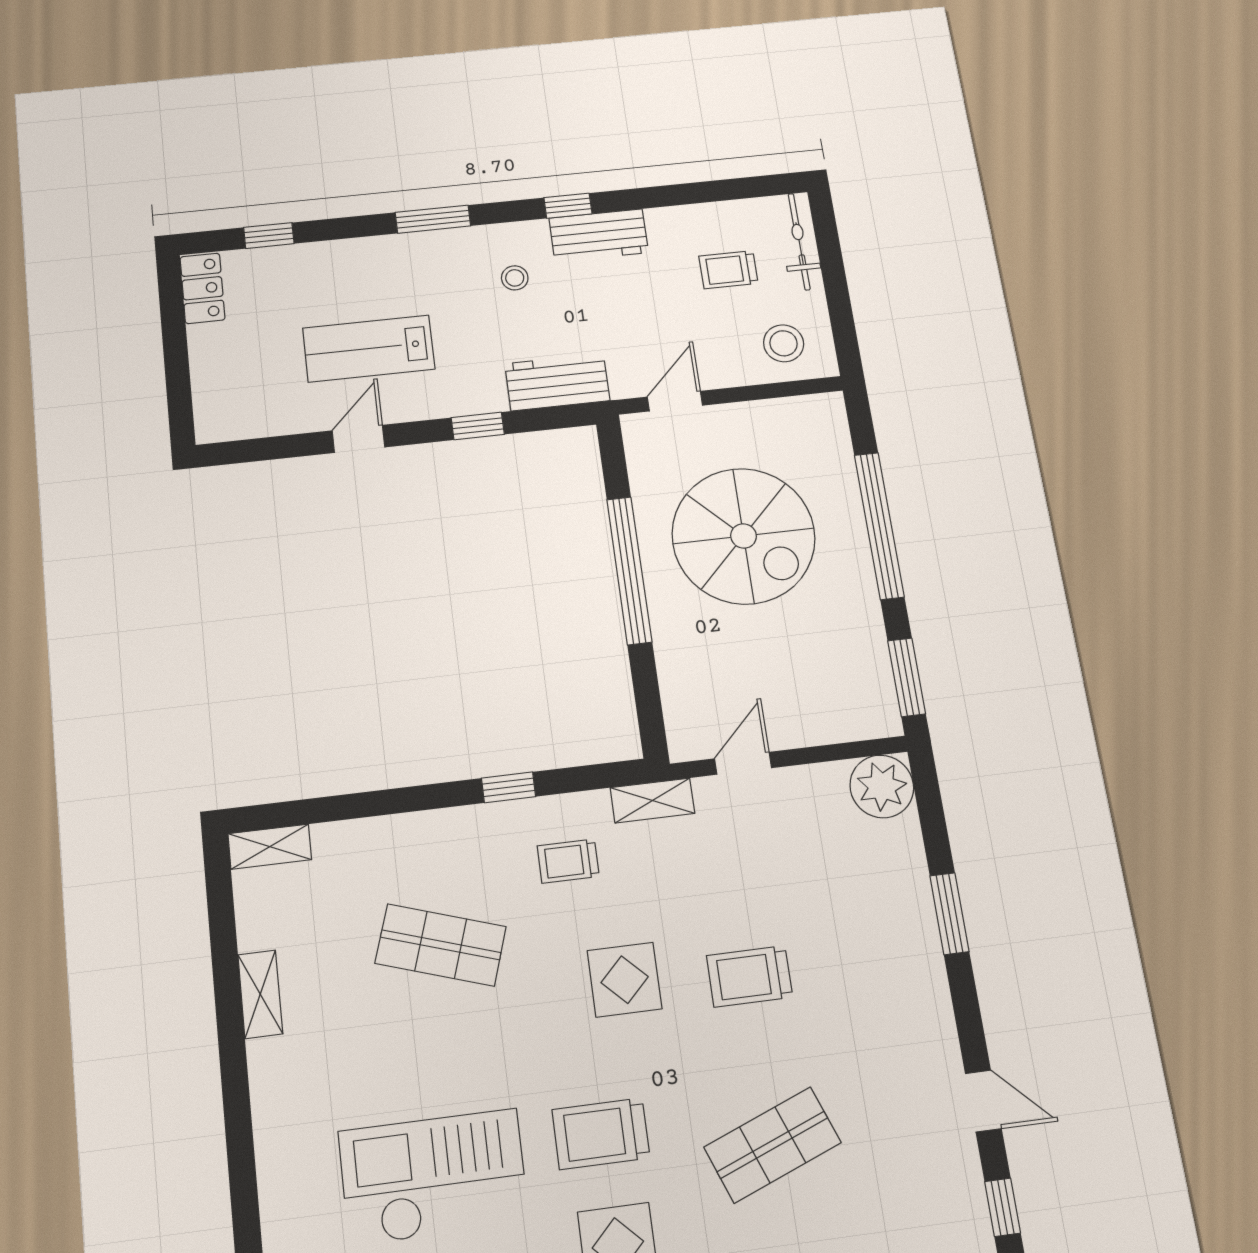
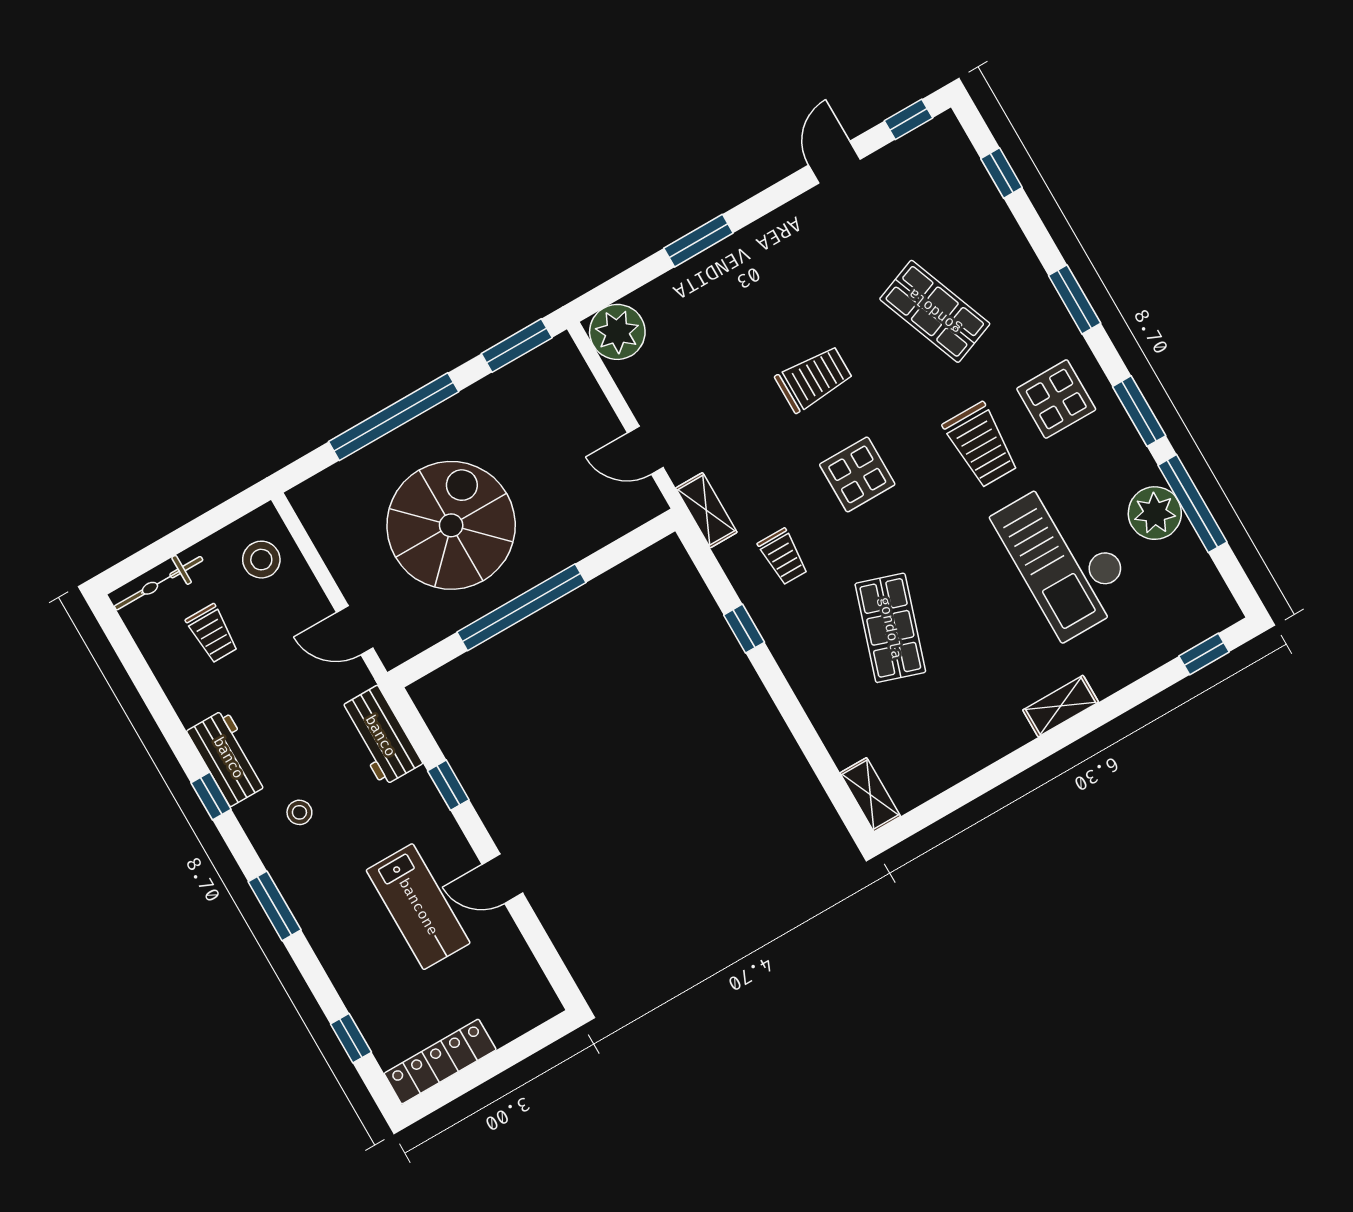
locker: (202, 288) -> (440, 1061), width x1.53
trolley: (750, 976) -> (814, 379), turned -90
shelving: (260, 994) -> (1061, 706), moved

